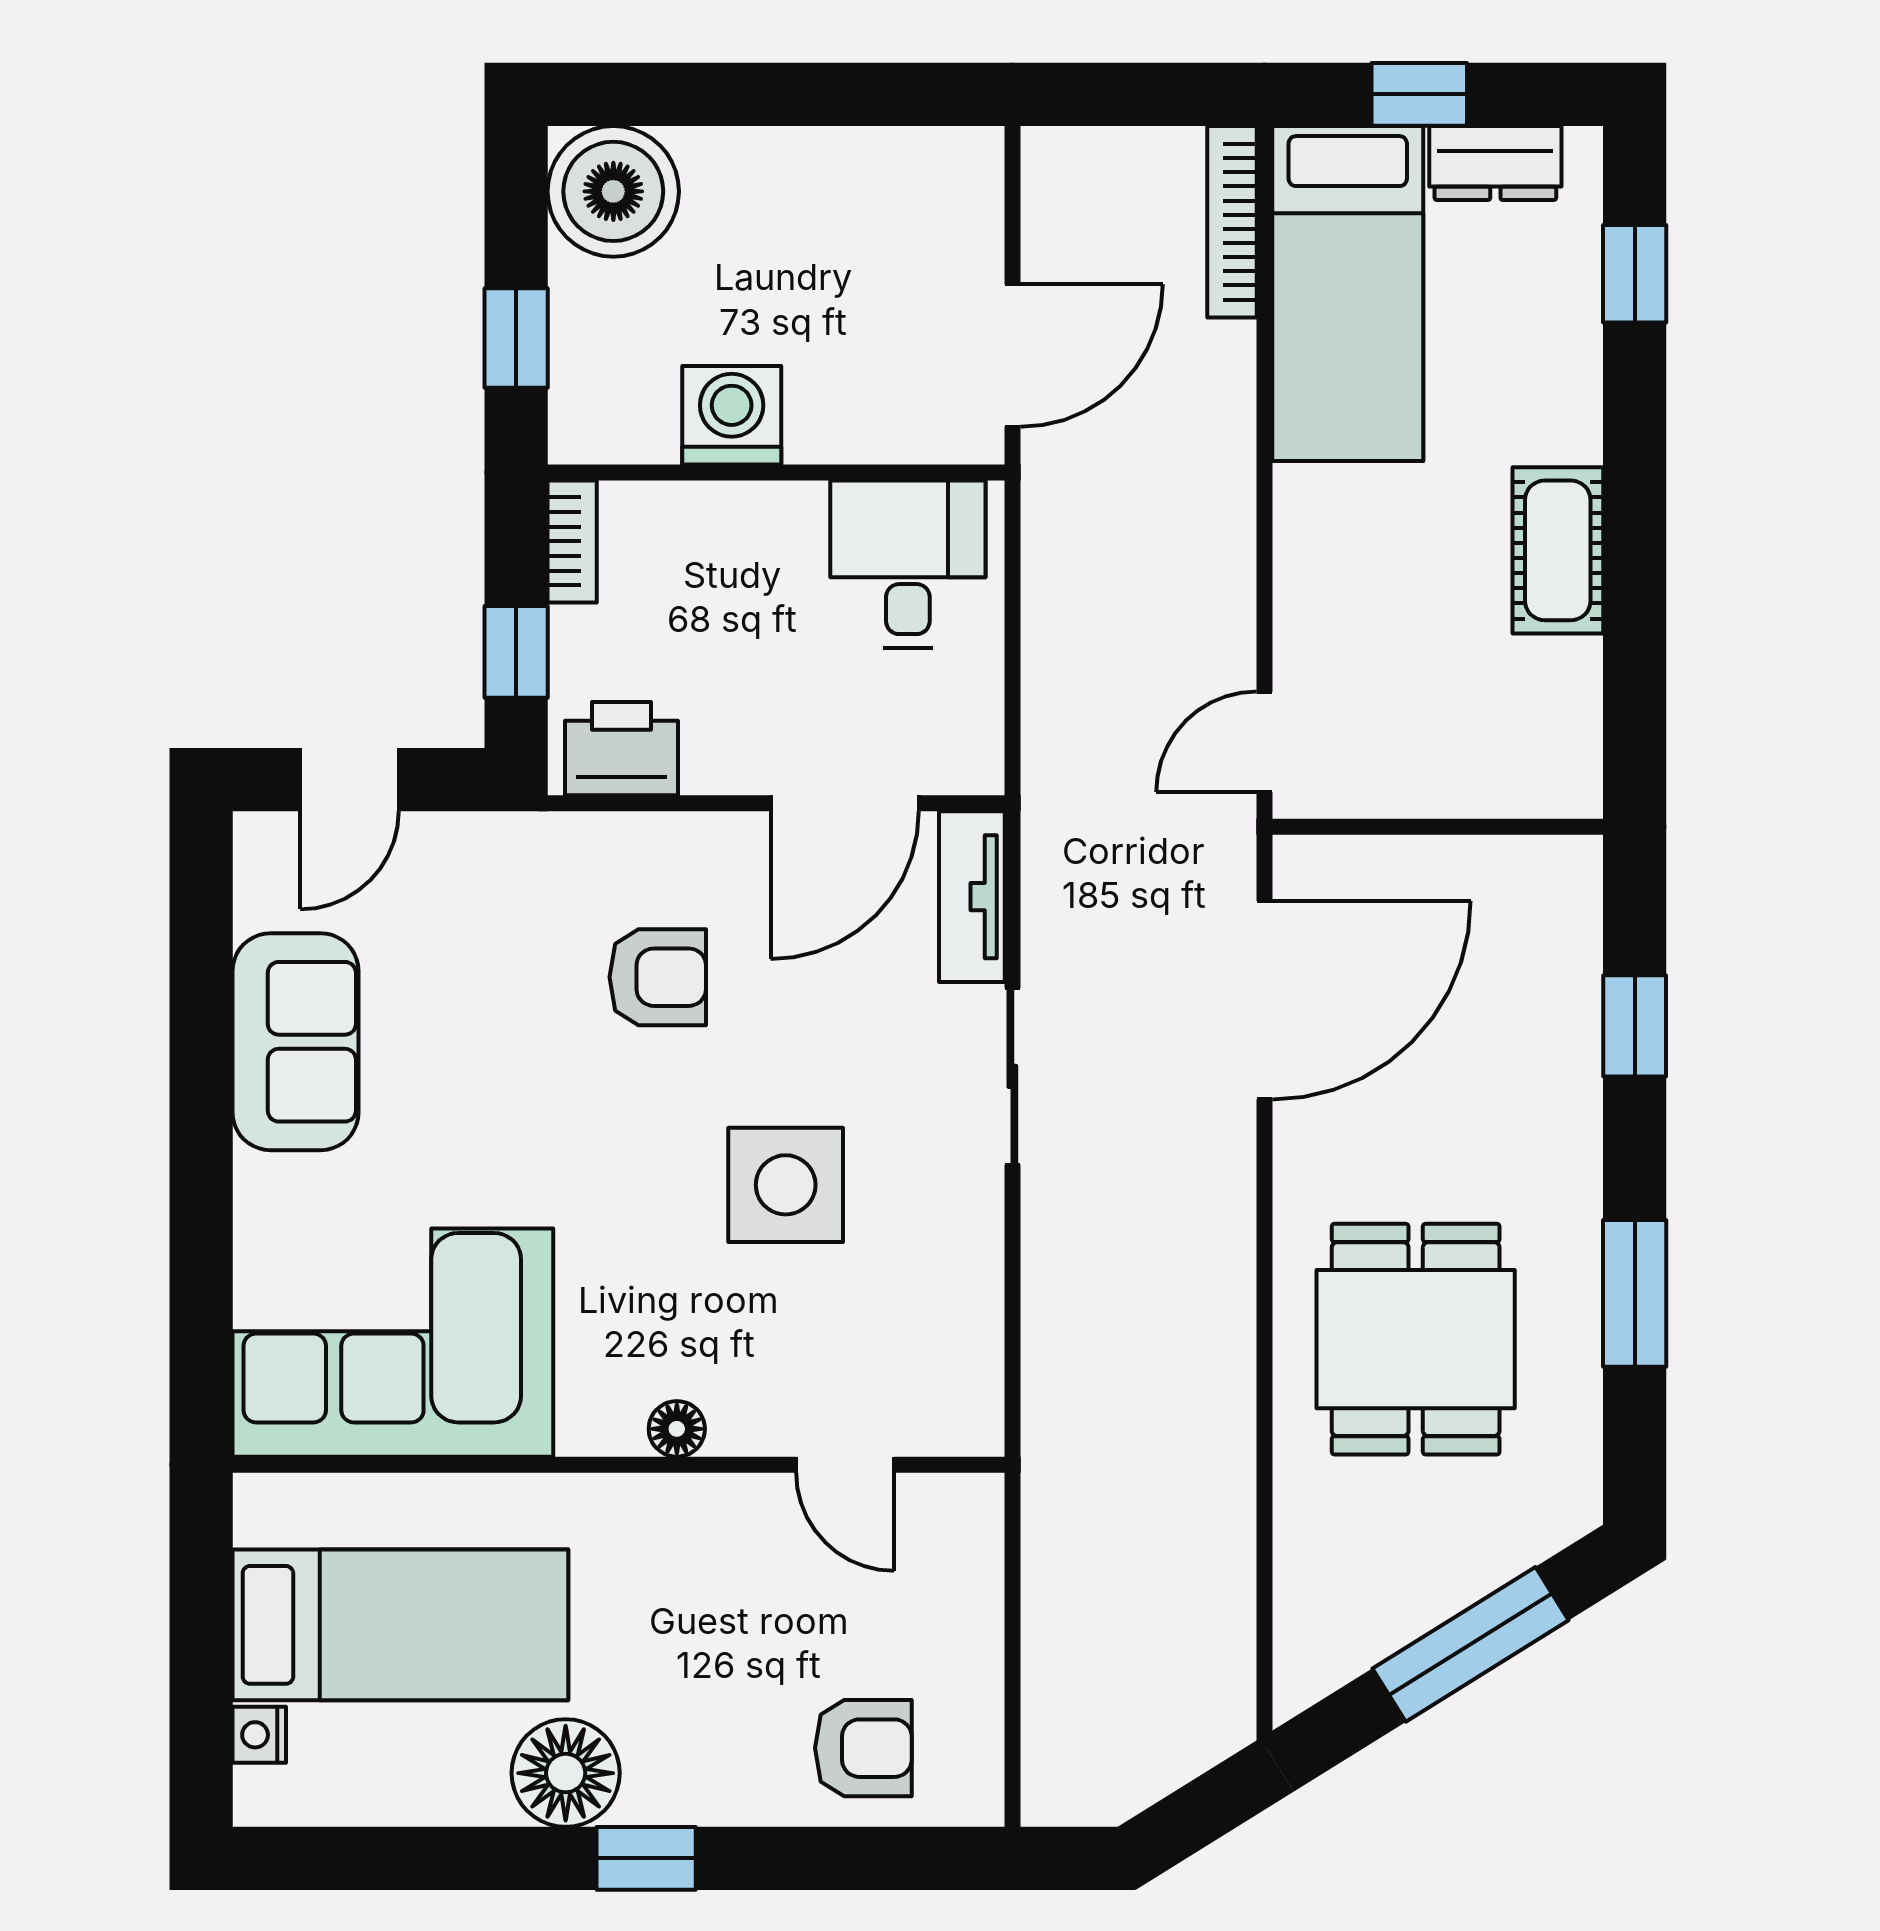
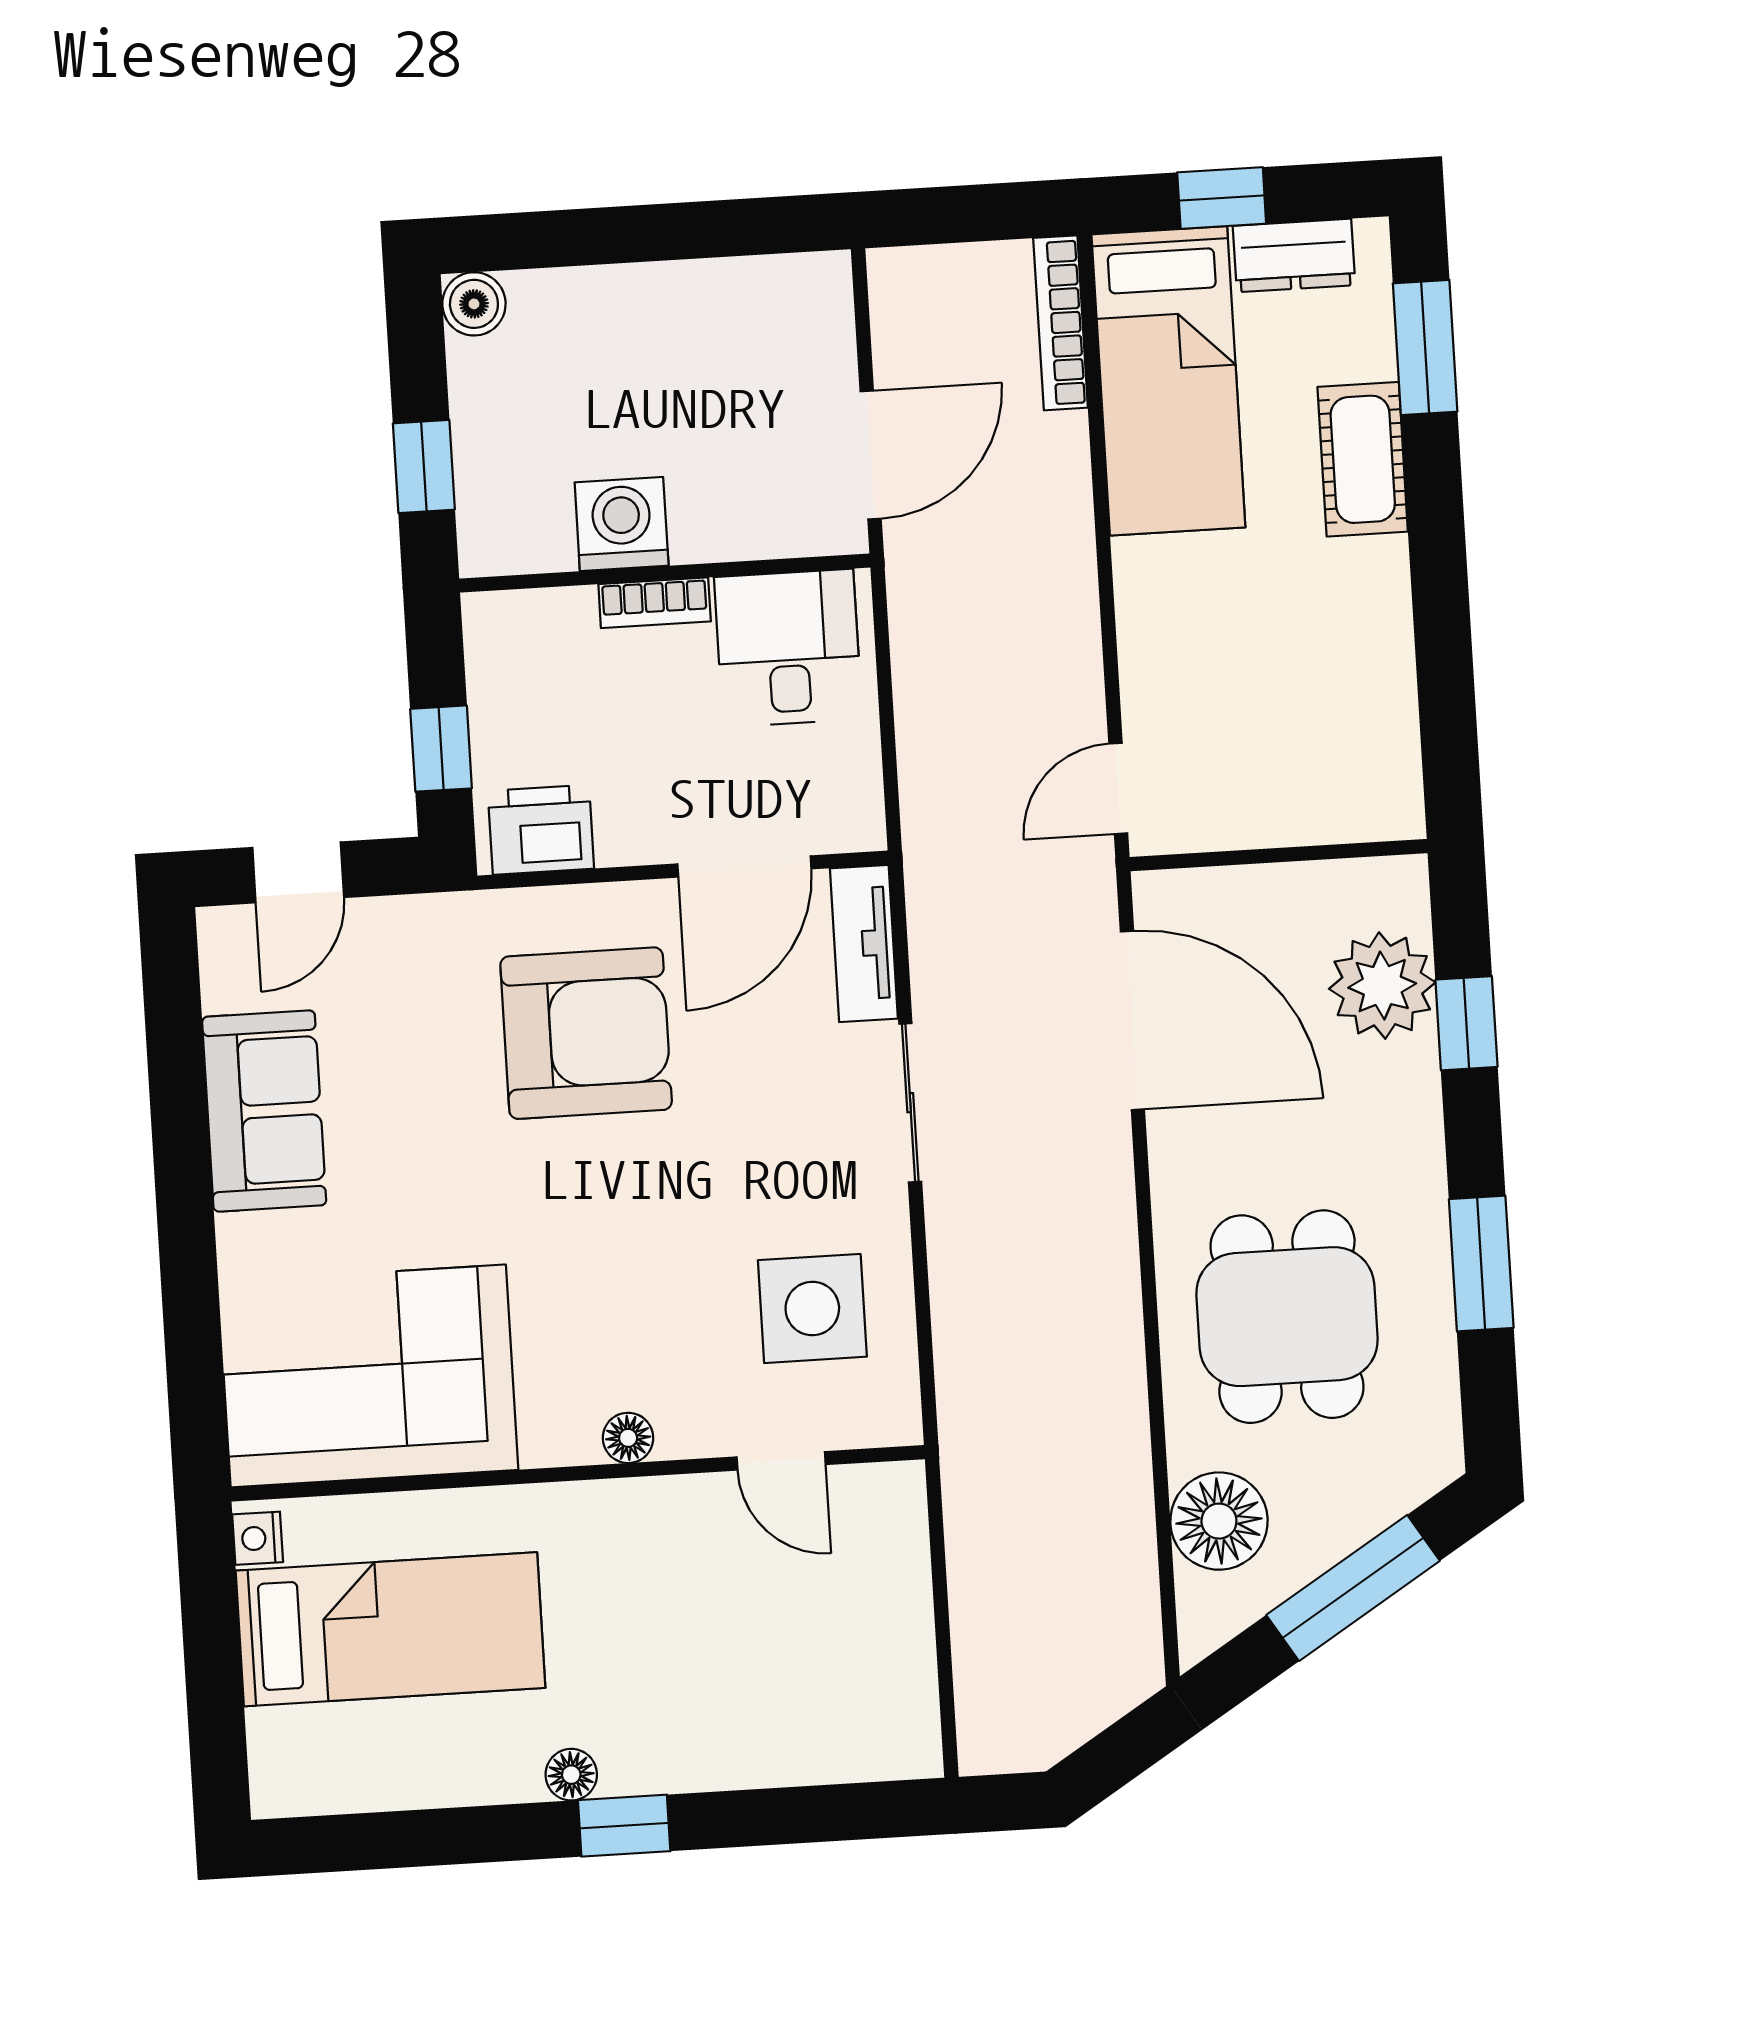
boiler: (613, 191) -> (474, 304), width x0.54, depth x0.54
window: (1635, 274) -> (1425, 347), width x1.50
bookcase: (572, 541) -> (655, 603), moved, turned 90
cot: (1558, 550) -> (1363, 459), moved
armchair: (658, 977) -> (586, 1033), width x1.88, depth x1.88
plant: (1544, 978) -> (1382, 986), added
door: (1264, 1000) -> (1132, 1020), hinge flipped
side table: (786, 1185) -> (812, 1308), moved
floor lamp: (1326, 1561) -> (1219, 1521), added
nightstand: (259, 1735) -> (258, 1538), moved
armchair: (863, 1748) -> (813, 1715), removed
floor lamp: (566, 1773) -> (571, 1775), width x0.53, depth x0.53

